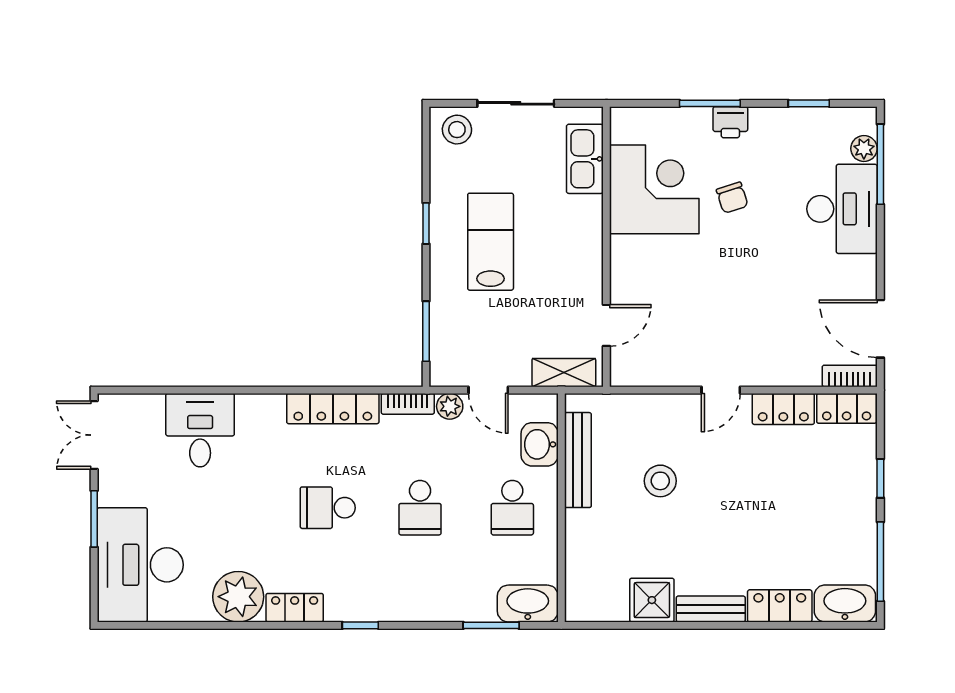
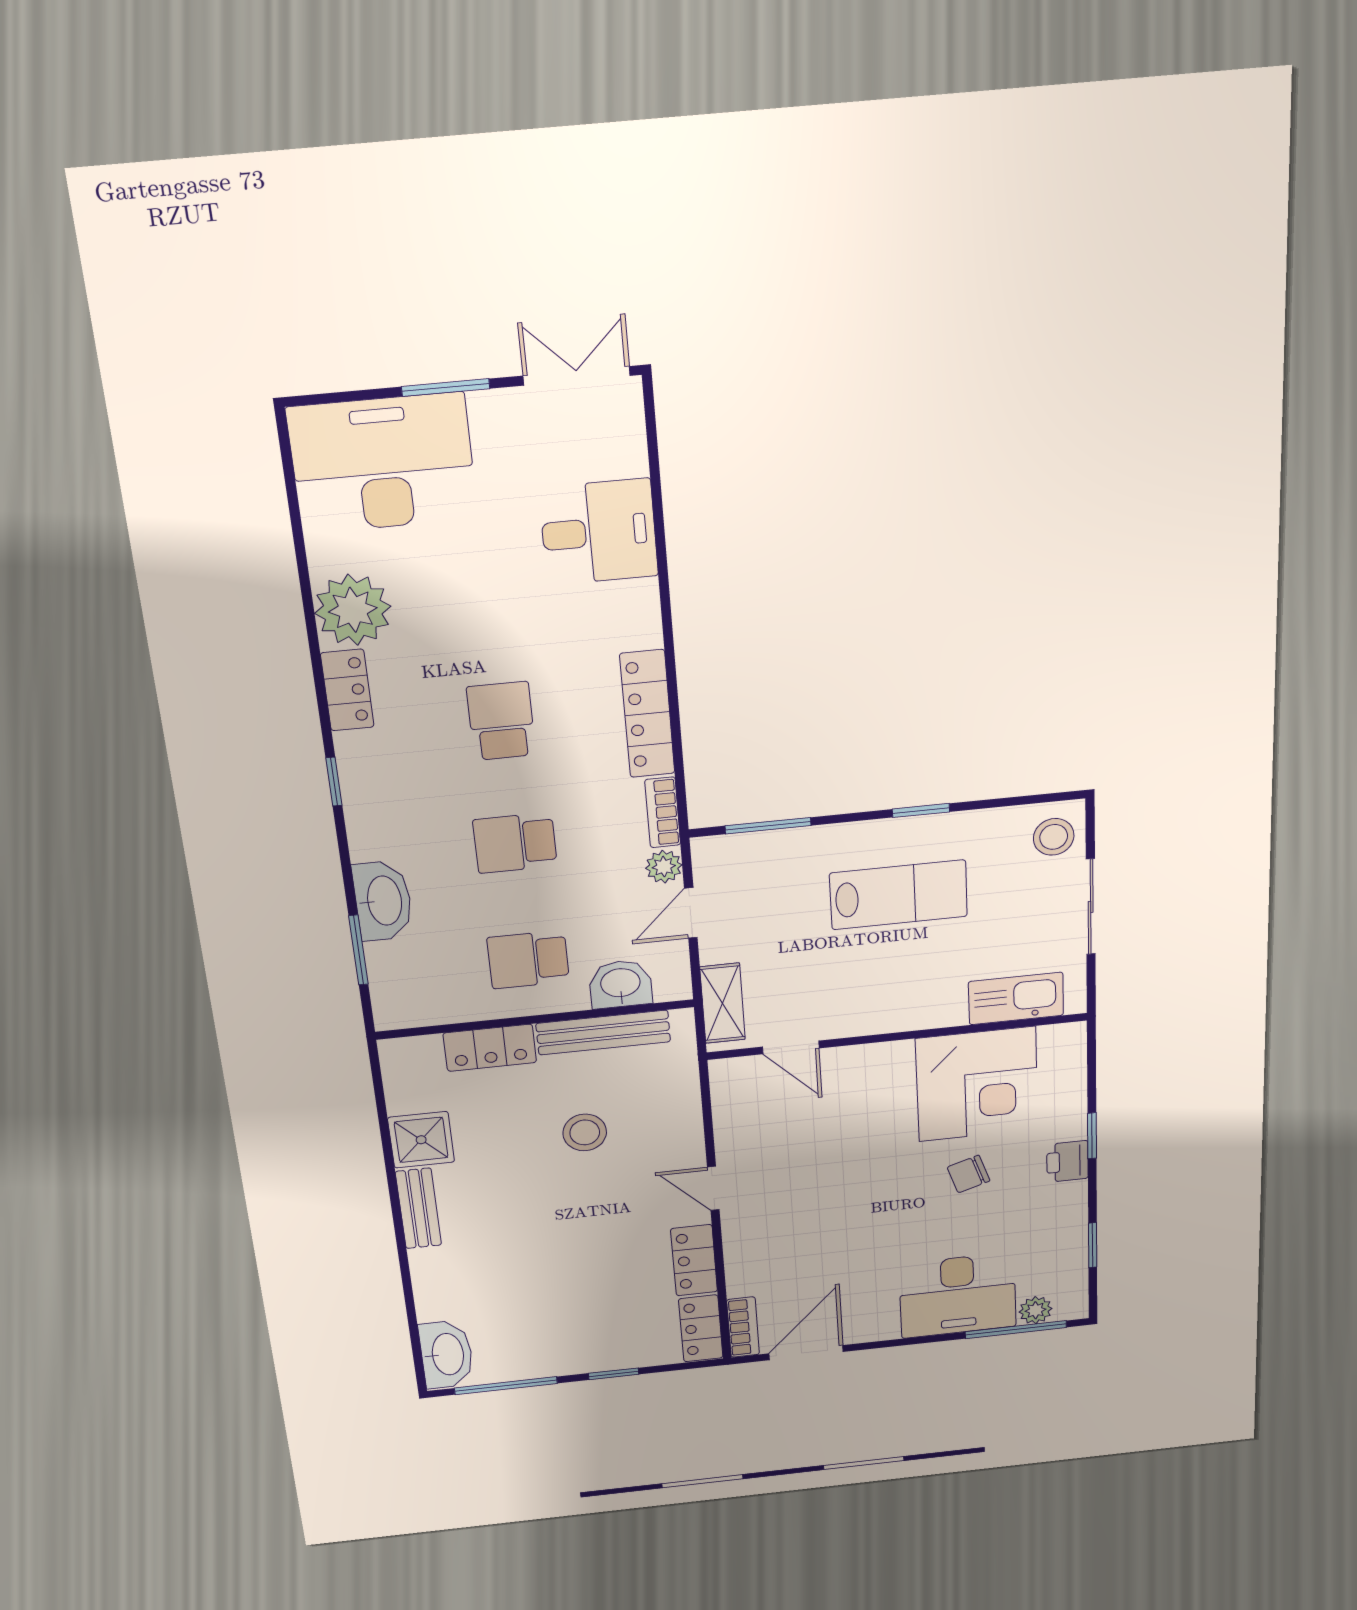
window: (710, 103) -> (1092, 1136), width x0.67
washbasin: (528, 604) -> (383, 901), moved
locker: (780, 606) -> (490, 1048), moved, turned 90

